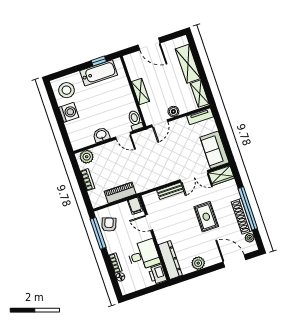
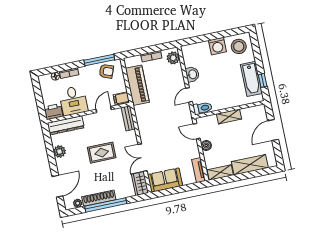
bench: (170, 191) -> (128, 118), moved
piano: (120, 193) -> (137, 85), width x1.37, depth x1.33
rug: (206, 217) -> (102, 153), moved

